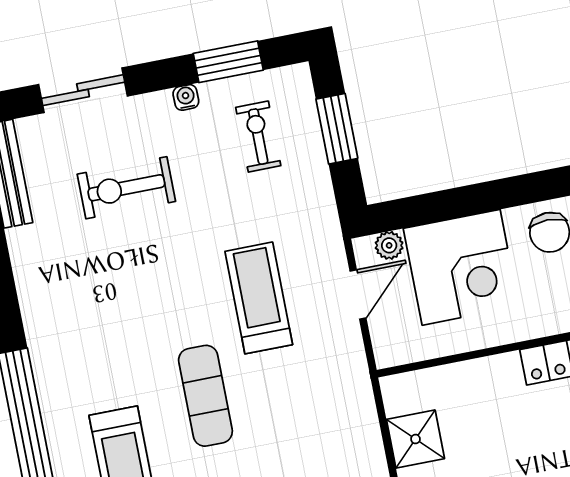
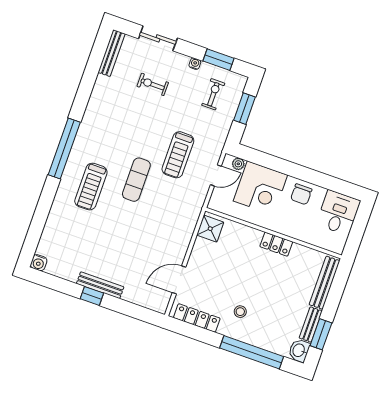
exercise bike: (126, 188) -> (153, 84), width x0.73, depth x0.72
treadmill: (259, 298) -> (178, 155), turned 180
shower: (415, 439) -> (210, 229), moved

